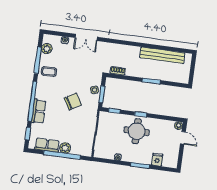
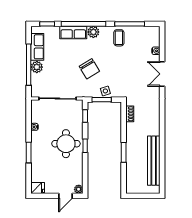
plant: (47, 49) -> (93, 32), moved
fridge: (157, 160) -> (38, 188), moved

